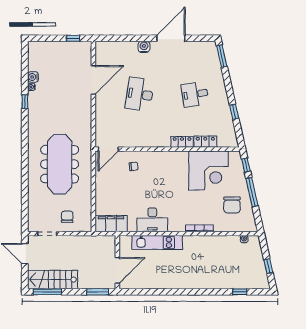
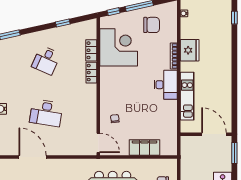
desk: (195, 94) -> (46, 60), turned 33
desk: (152, 220) -> (166, 85), moved
filing cabinet: (111, 224) -> (144, 147), moved, turned 90
fridge: (205, 245) -> (190, 50), added

